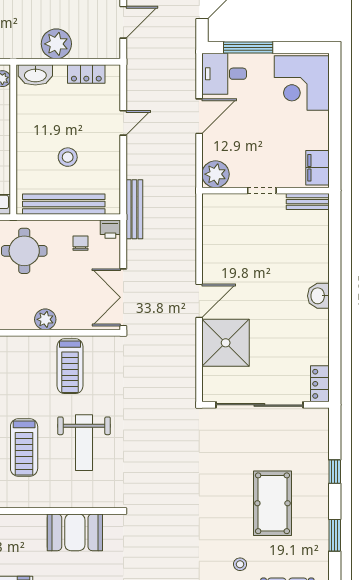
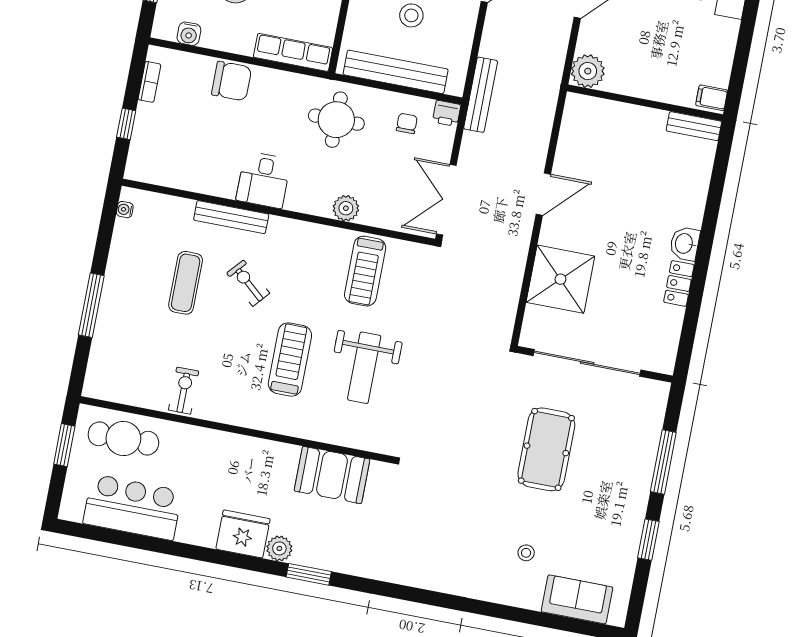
filing cabinet: (317, 168) -> (712, 98), width x0.50
doorway: (262, 191) -> (640, 102), removed
door: (199, 301) -> (543, 194), moved
locker: (320, 384) -> (679, 283), moved
treadmill: (24, 447) -> (290, 360), turned 180
window: (335, 472) -> (663, 462), width x2.17
pool table: (272, 503) -> (546, 449), moved

